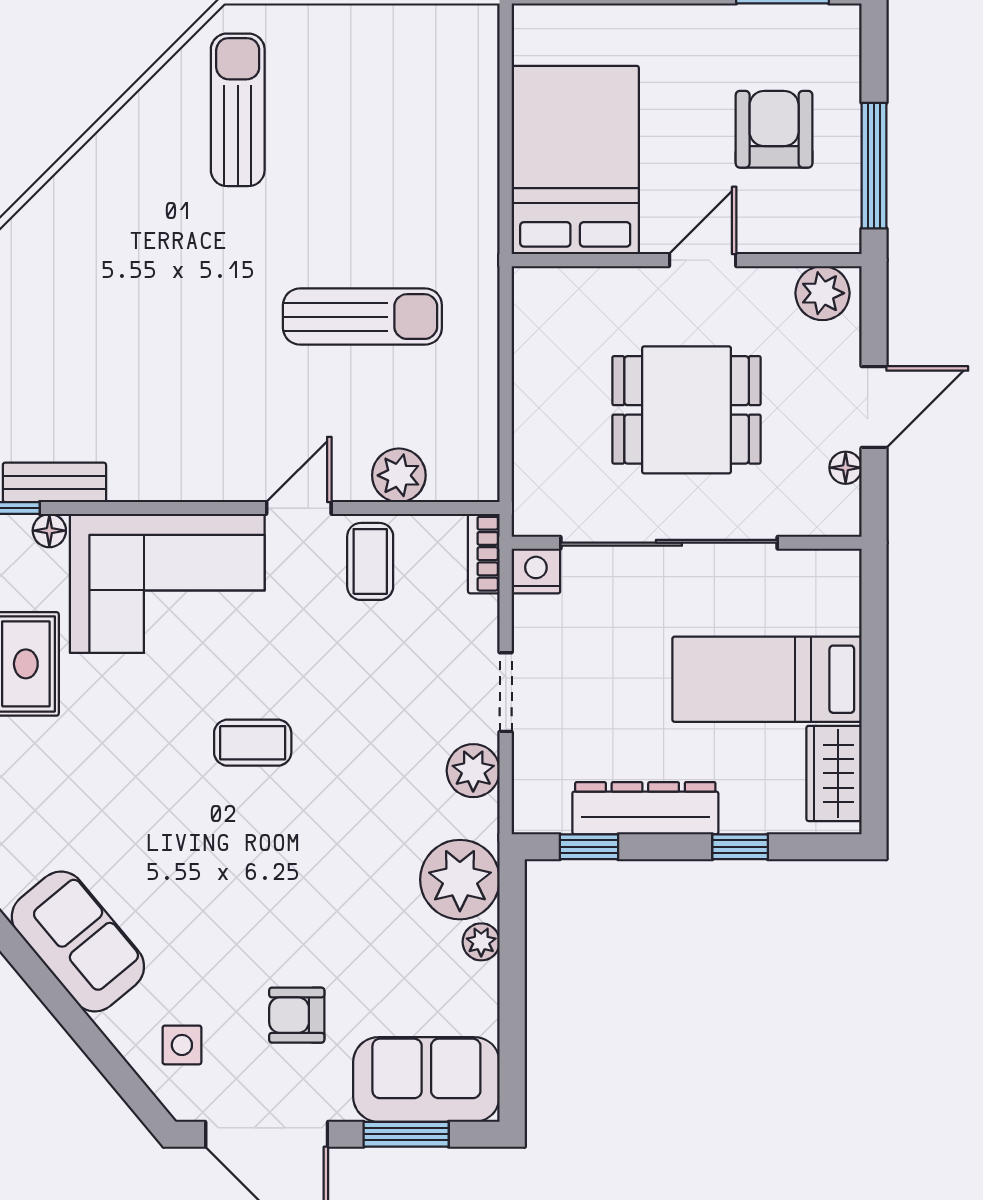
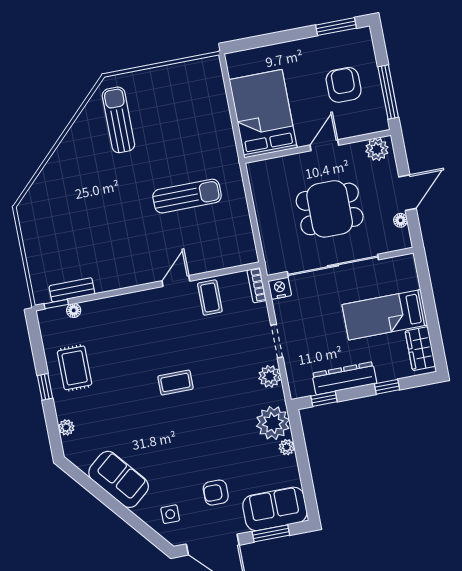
plant: (399, 475) -> (215, 259), removed
corner sofa: (167, 583) -> (127, 323), removed

